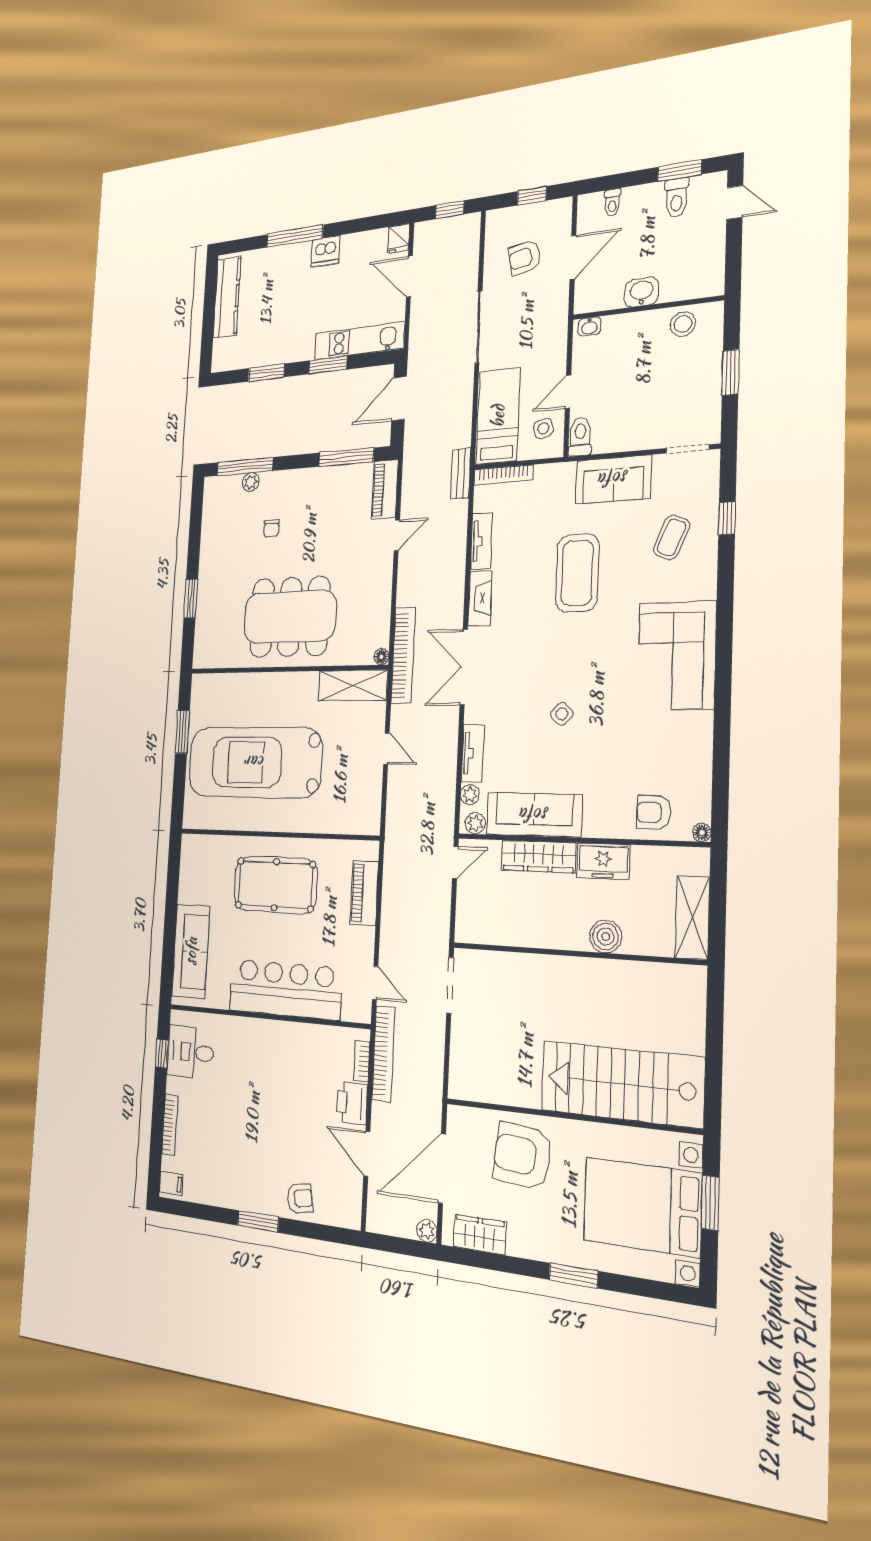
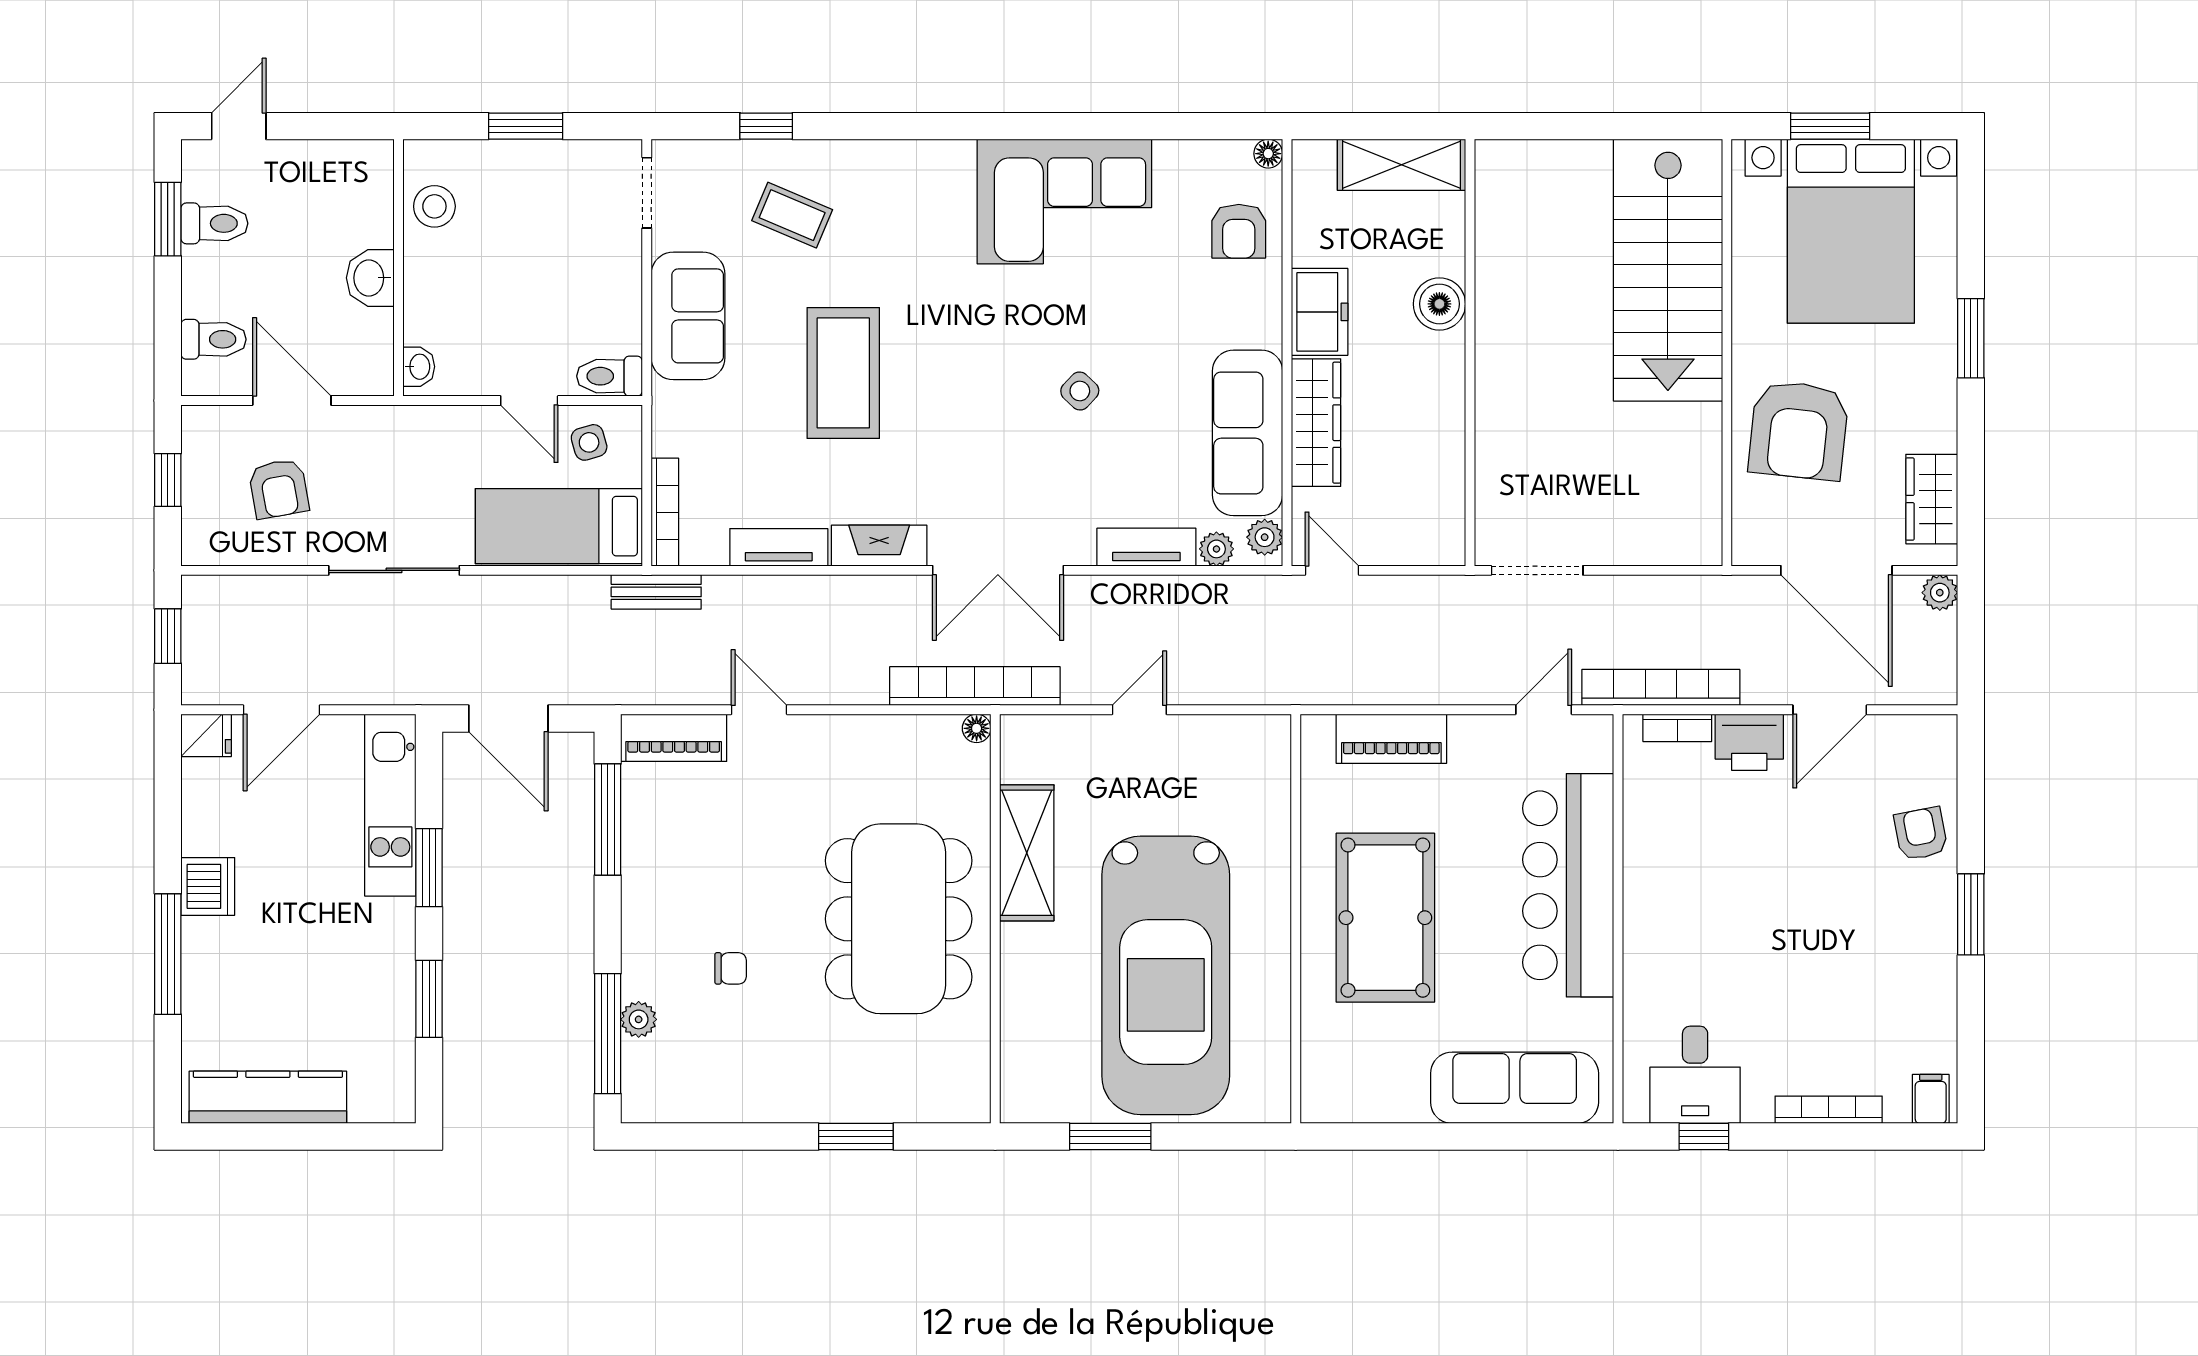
toilet: (612, 203) -> (213, 339), width x1.37, depth x1.39
coffee table: (577, 573) -> (843, 373), turned 90
corner sofa: (677, 656) -> (1064, 201), moved
shelving: (353, 685) -> (1027, 853), moved

